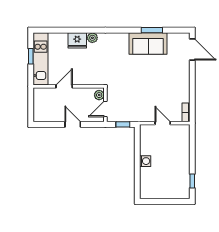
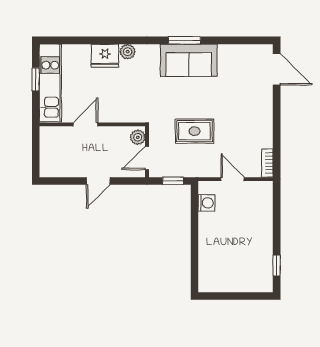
window: (152, 30) -> (185, 40), moved
sofa: (148, 44) -> (189, 60), moved
rug: (137, 91) -> (194, 131), added
door: (73, 124) -> (98, 181), swing flipped
washing machine: (145, 161) -> (206, 203), moved

